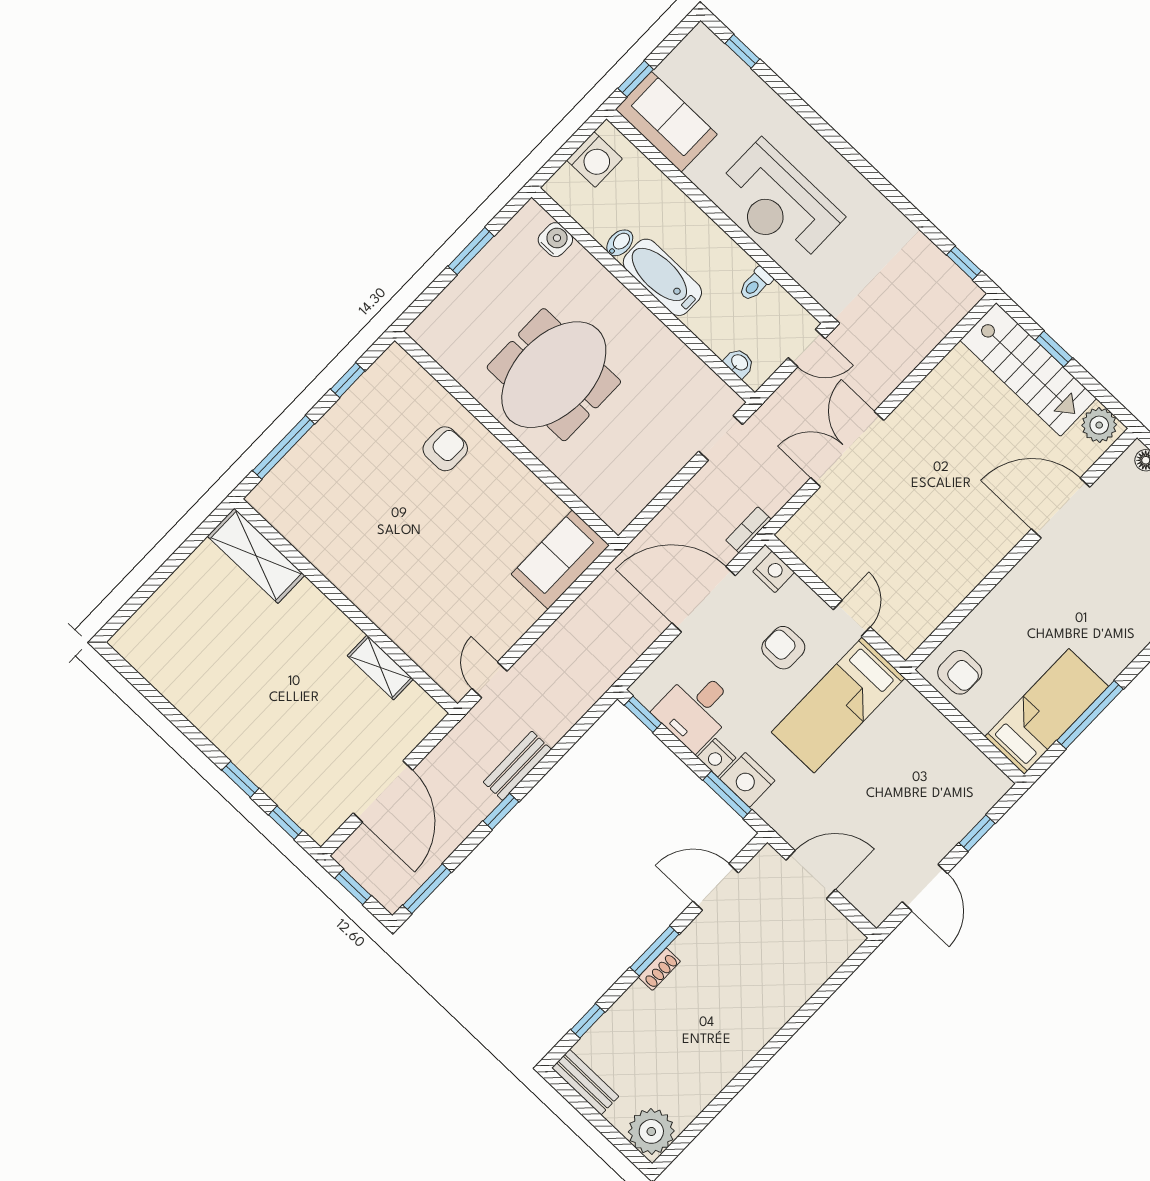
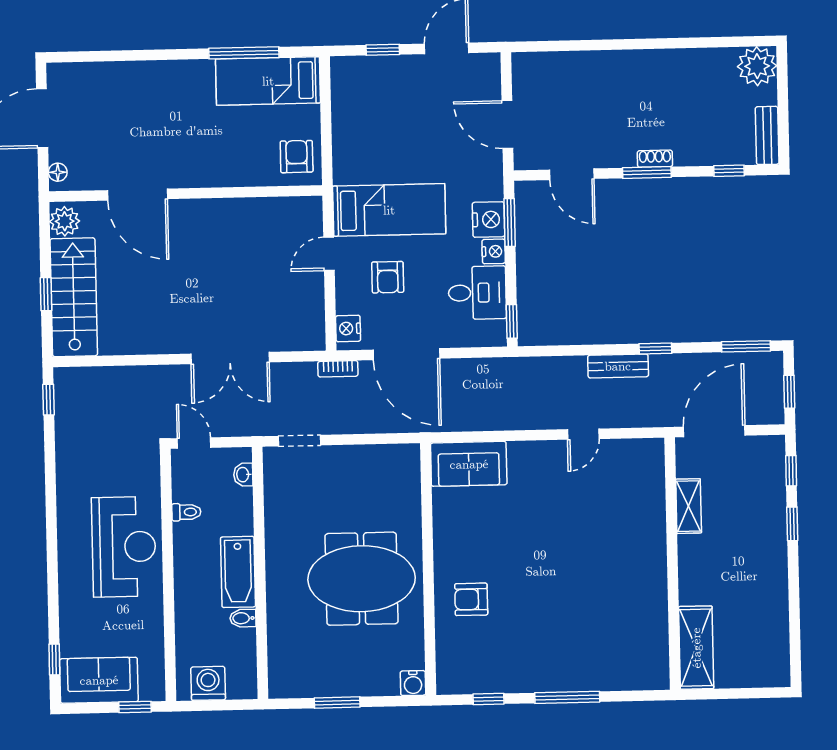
sofa: (666, 122) -> (99, 680), moved, turned 90
water cooler: (555, 240) -> (413, 683), moved, turned -90
shelving: (256, 556) -> (696, 648), moved
wall: (346, 606) -> (672, 564), moved
shelving: (380, 667) -> (689, 506), moved

